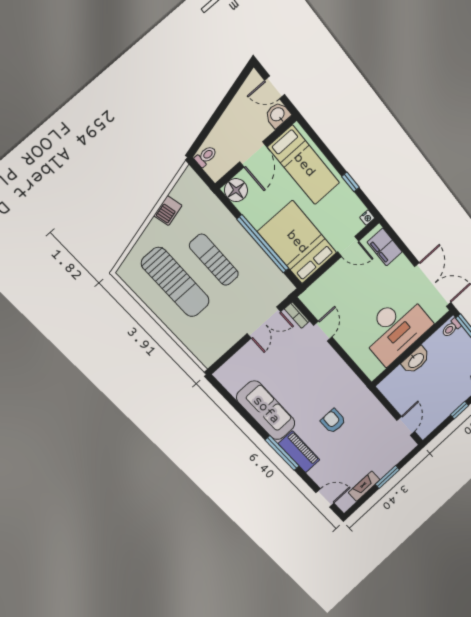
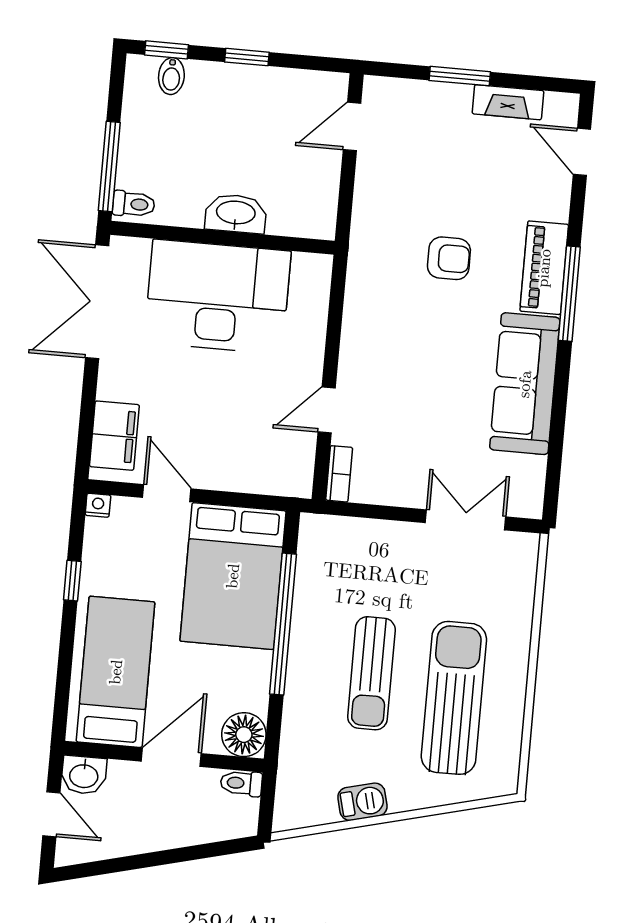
toilet: (206, 156) -> (241, 783), moved
double door: (264, 323) -> (466, 520), moved
armchair: (333, 421) -> (449, 258), turned -90

